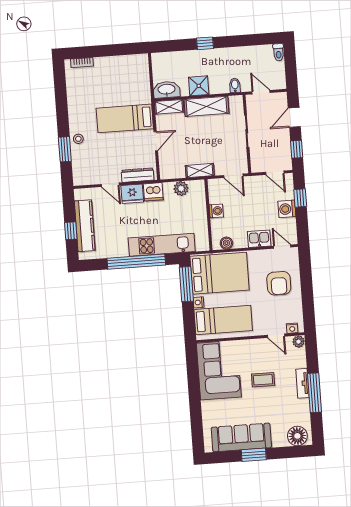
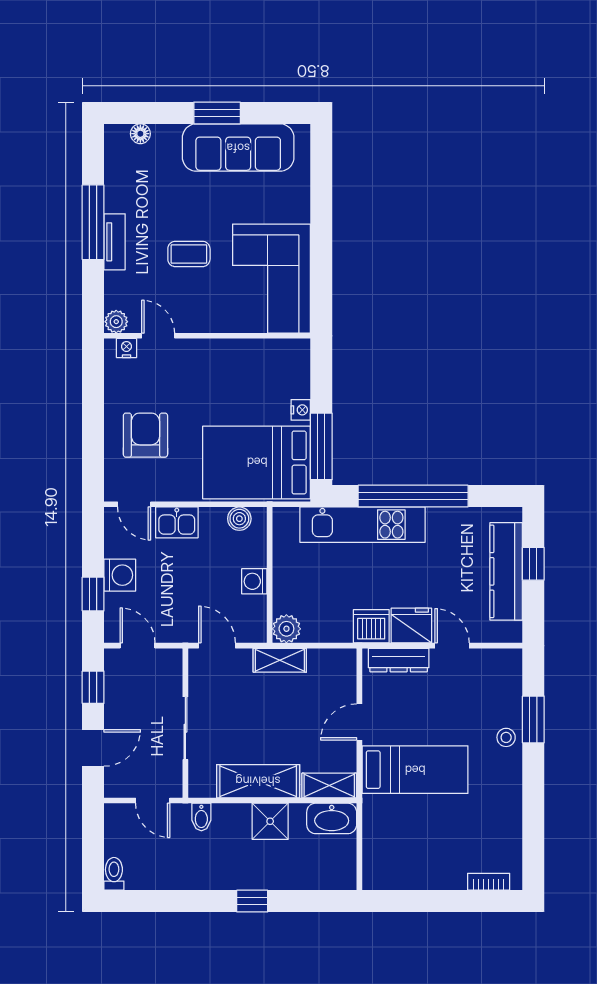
plant: (181, 188) -> (286, 629), moved
bed: (223, 320) -> (256, 373), removed
floor lamp: (297, 436) -> (140, 134), width x0.53, depth x0.53

